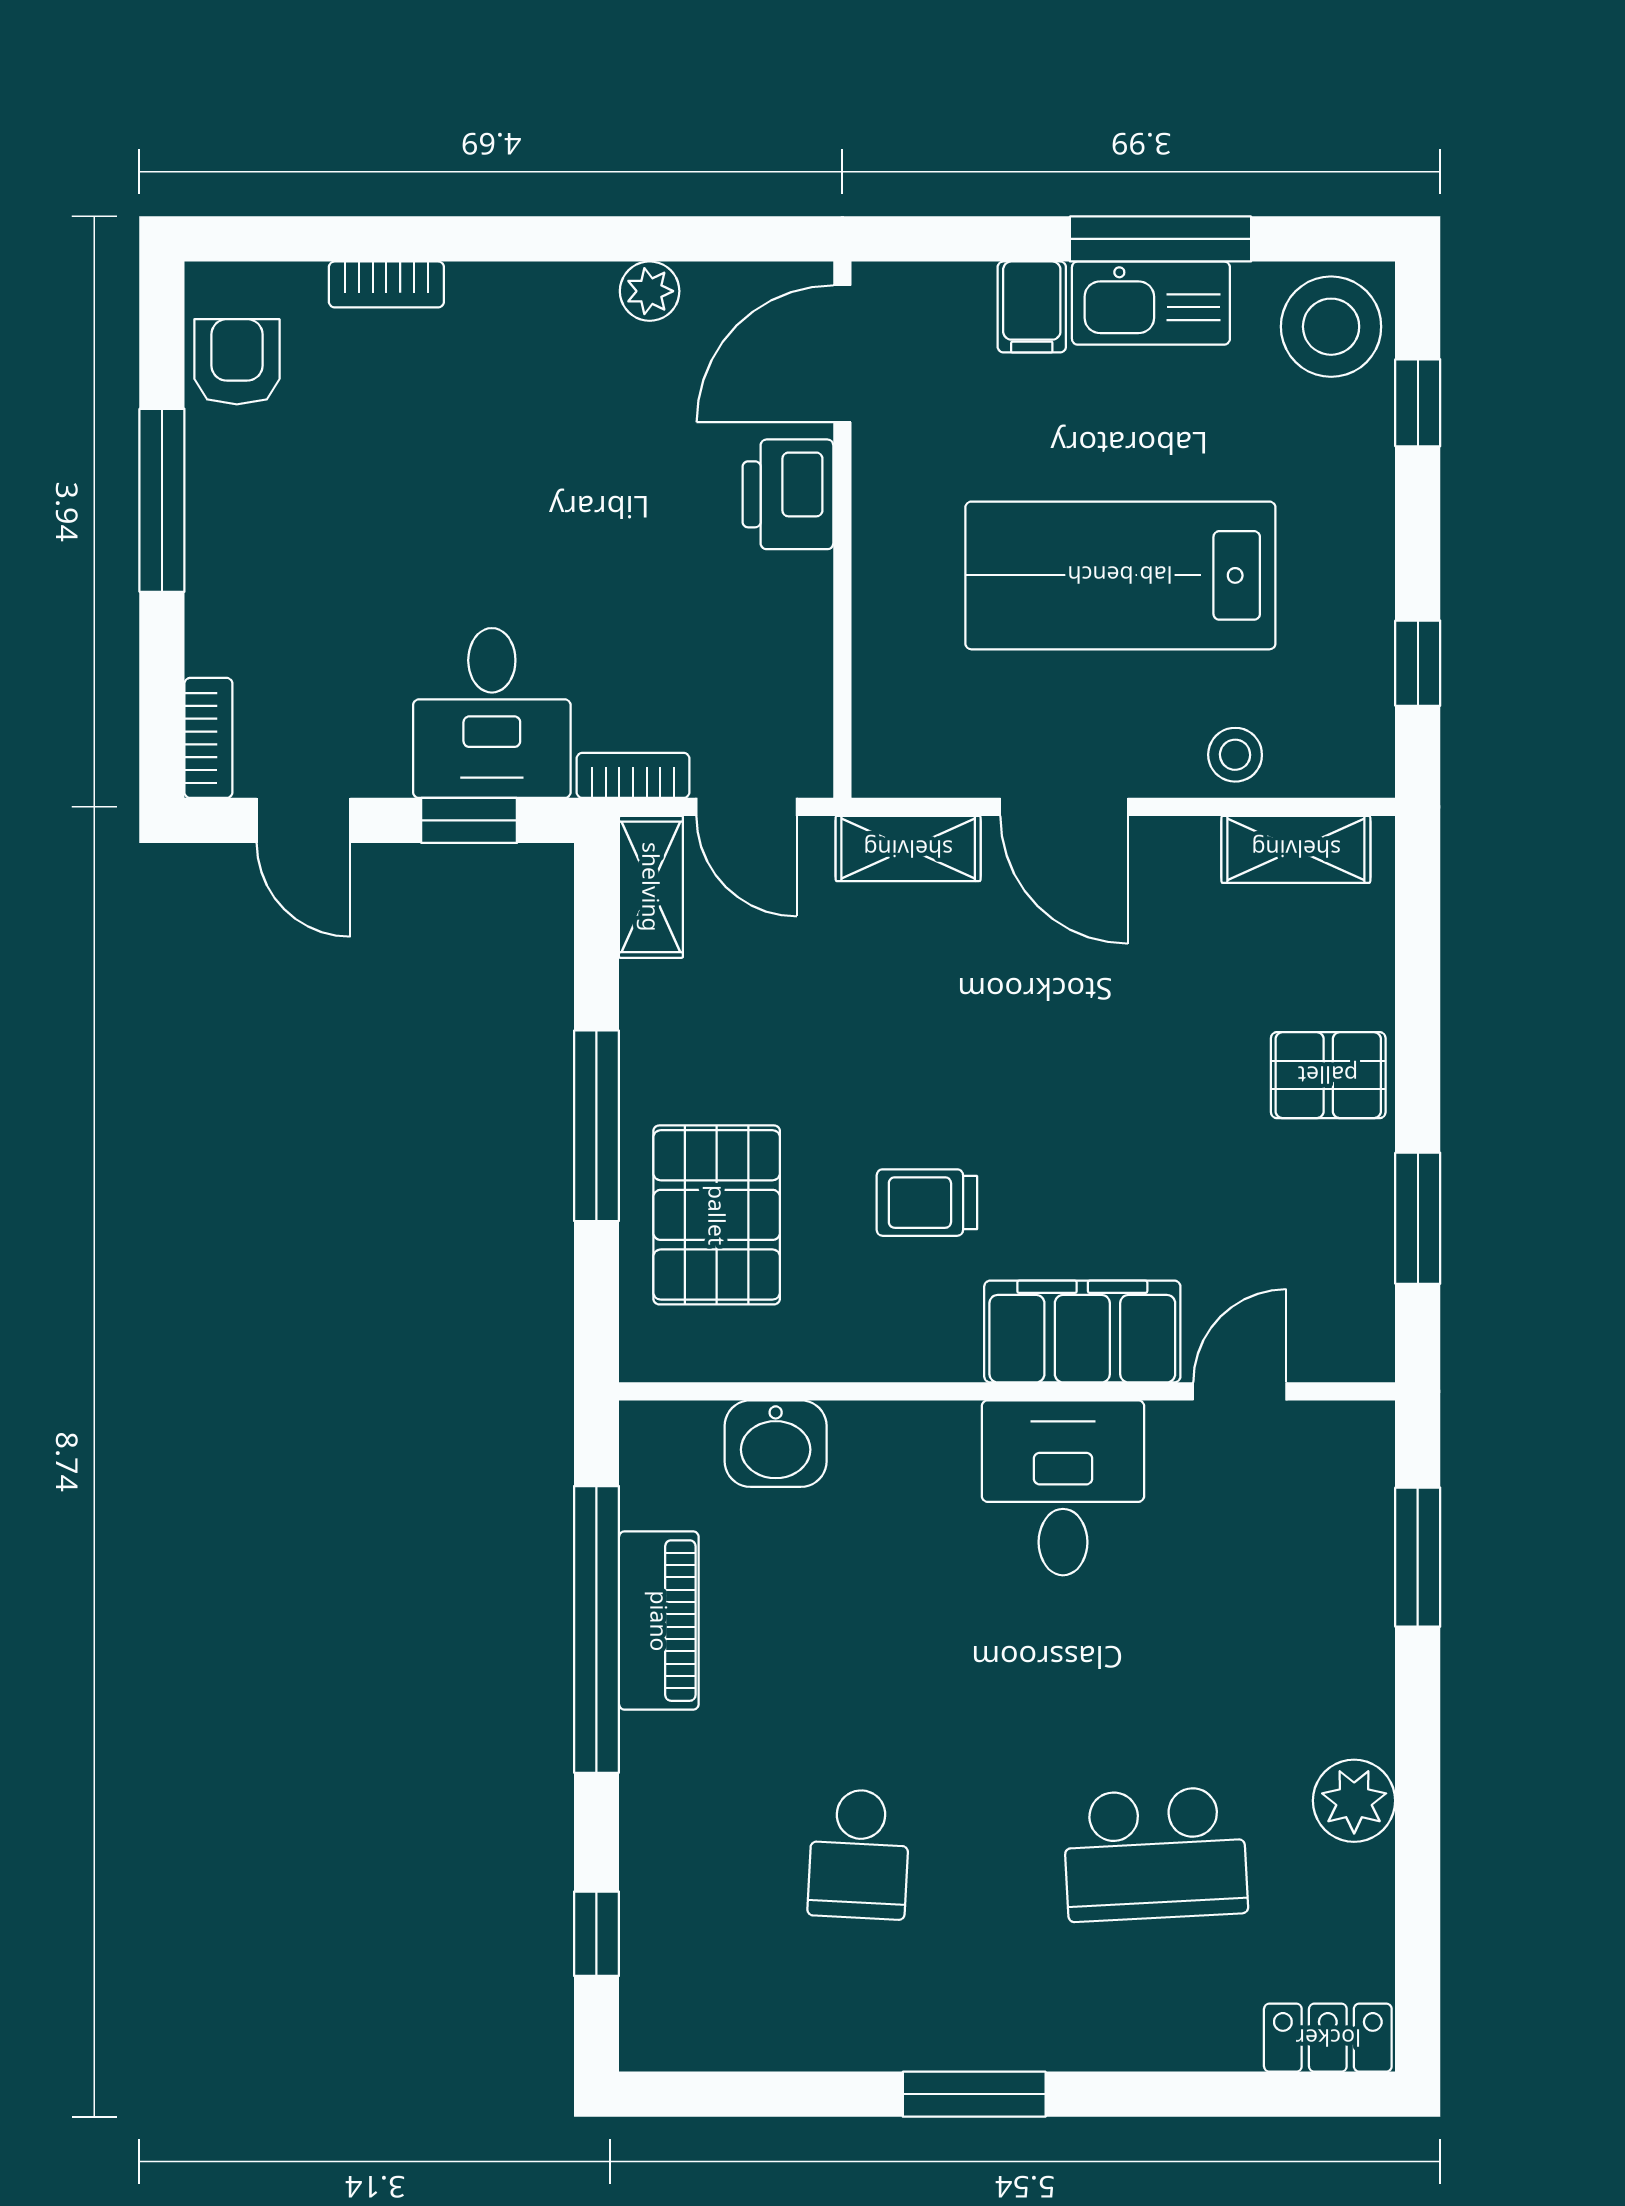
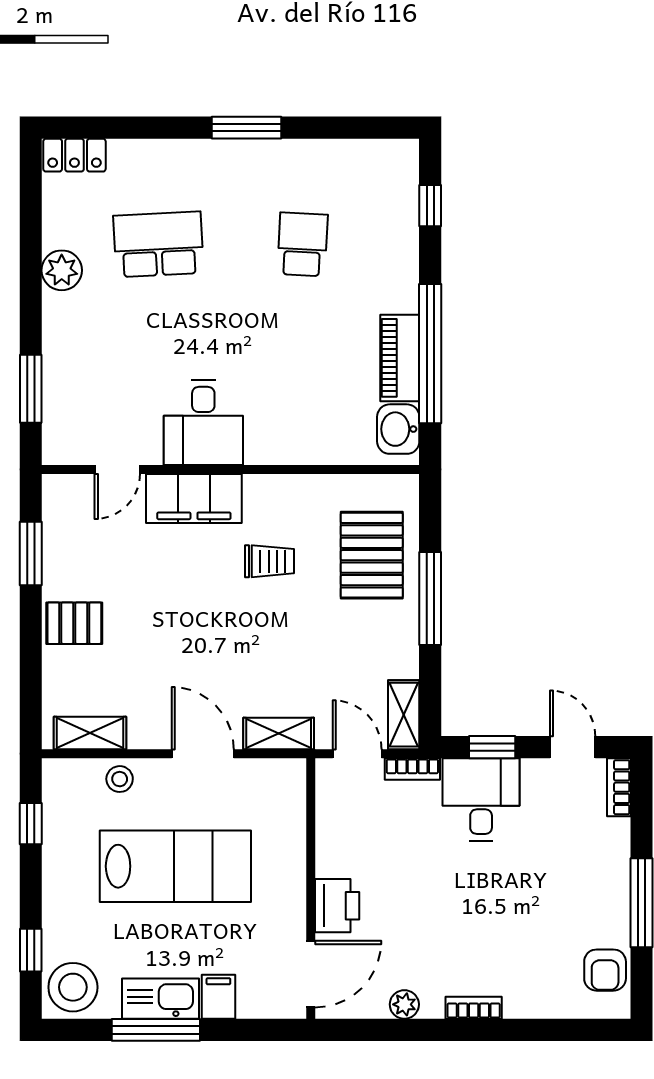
bookcase: (386, 284) -> (474, 1008), moved
washbasin: (776, 1444) -> (398, 429), moved, turned -90

